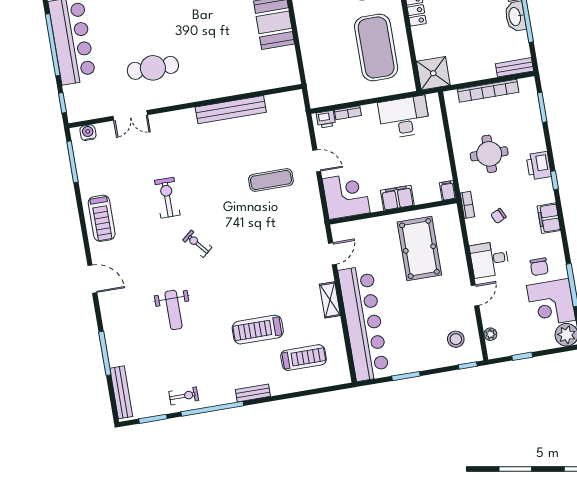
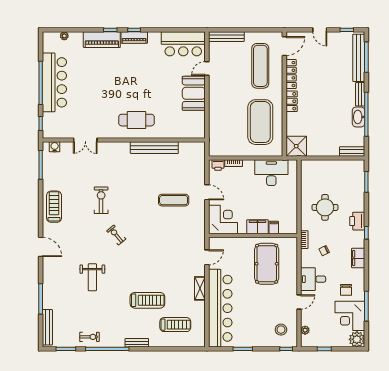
cafe table: (153, 68) -> (136, 120), moved
bookcase: (488, 91) -> (332, 164), removed
filing cabinet: (448, 190) -> (274, 227), moved
treadmill: (102, 218) -> (54, 207), turned 180
treadmill: (258, 330) -> (147, 300), turned 180

